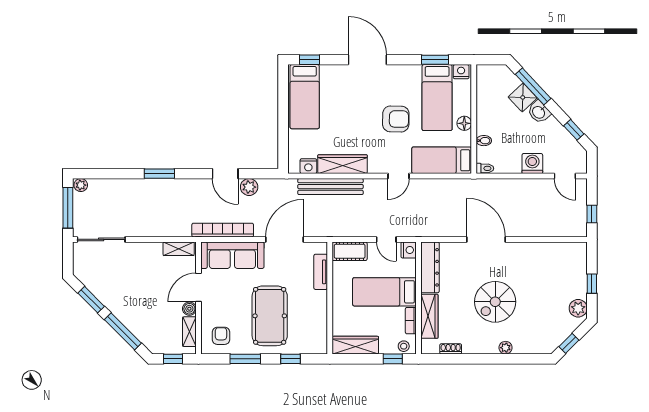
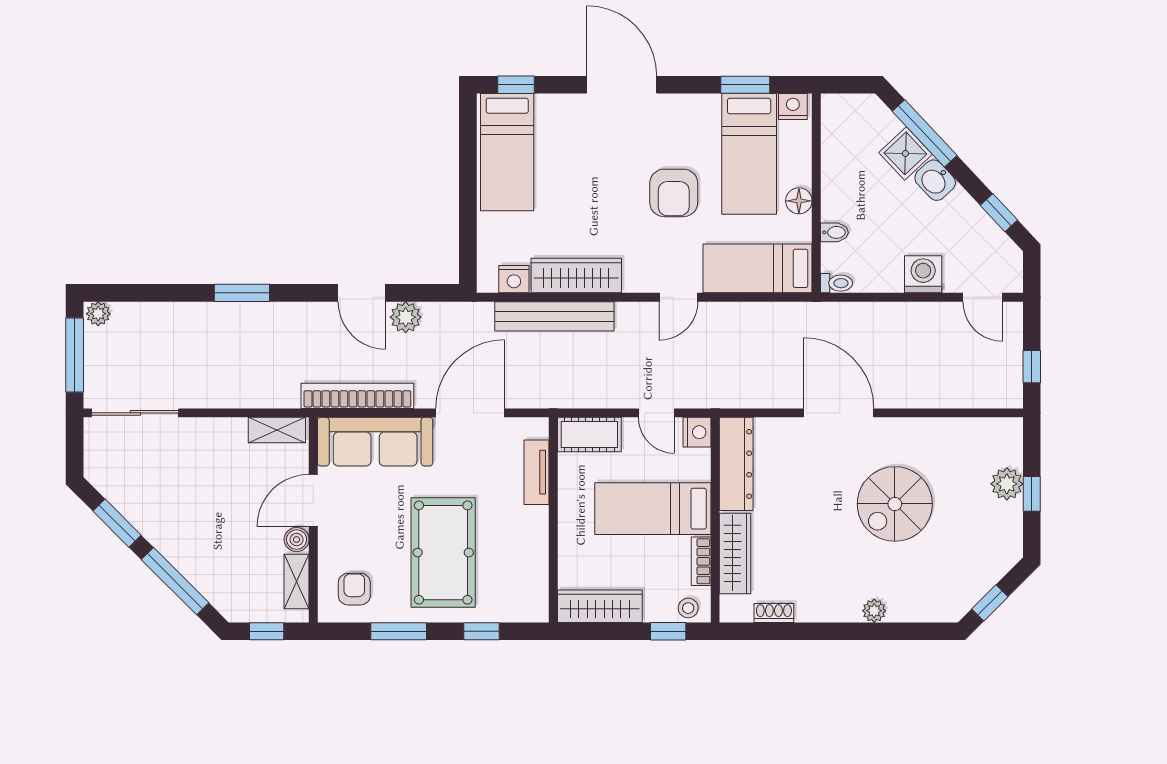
armchair: (396, 119) -> (674, 193), turned 89
spiral stairs: (495, 302) -> (895, 504), moved
plant: (578, 308) -> (1007, 484), moved

